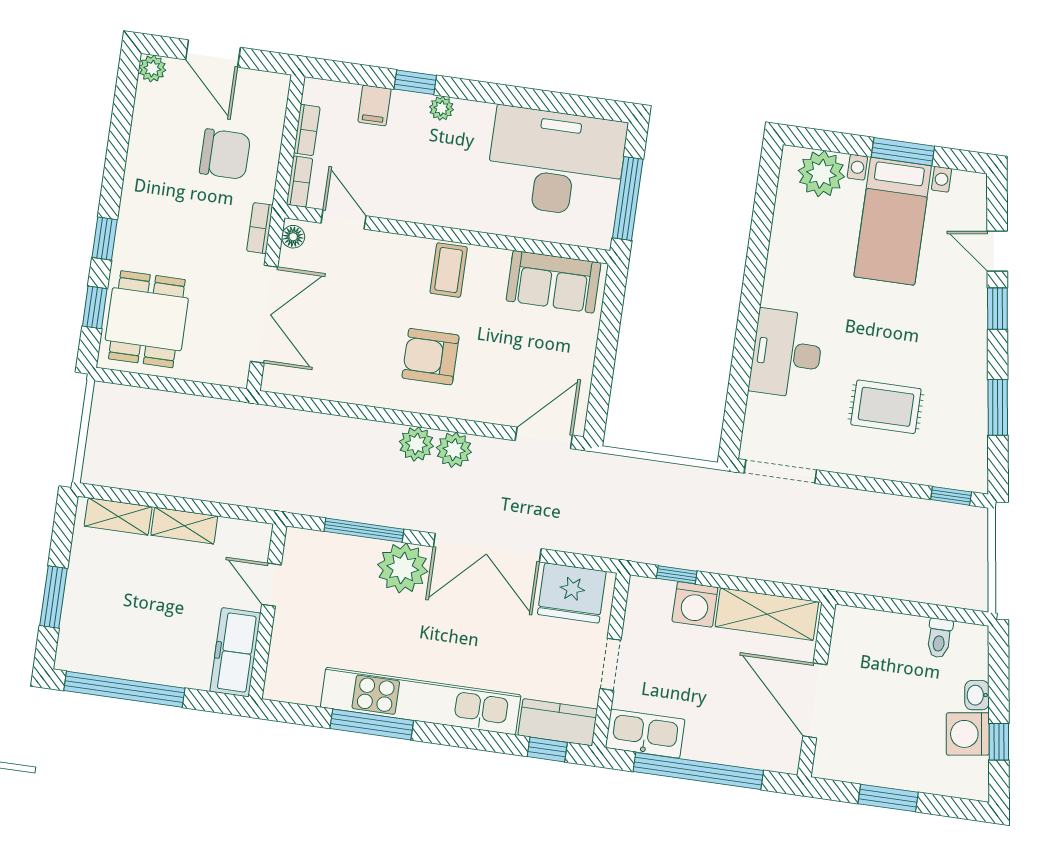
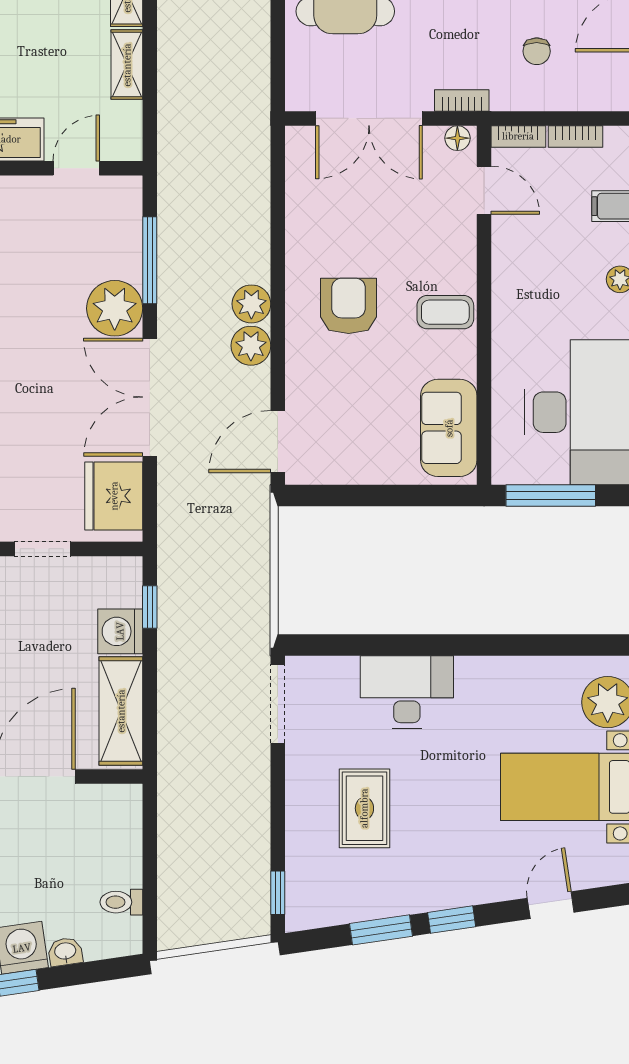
chair: (225, 154) -> (537, 51), width x0.54, depth x0.54
door: (344, 219) -> (484, 190), hinge flipped
window: (997, 309) -> (452, 920), moved
door: (544, 438) -> (278, 442), swing flipped

